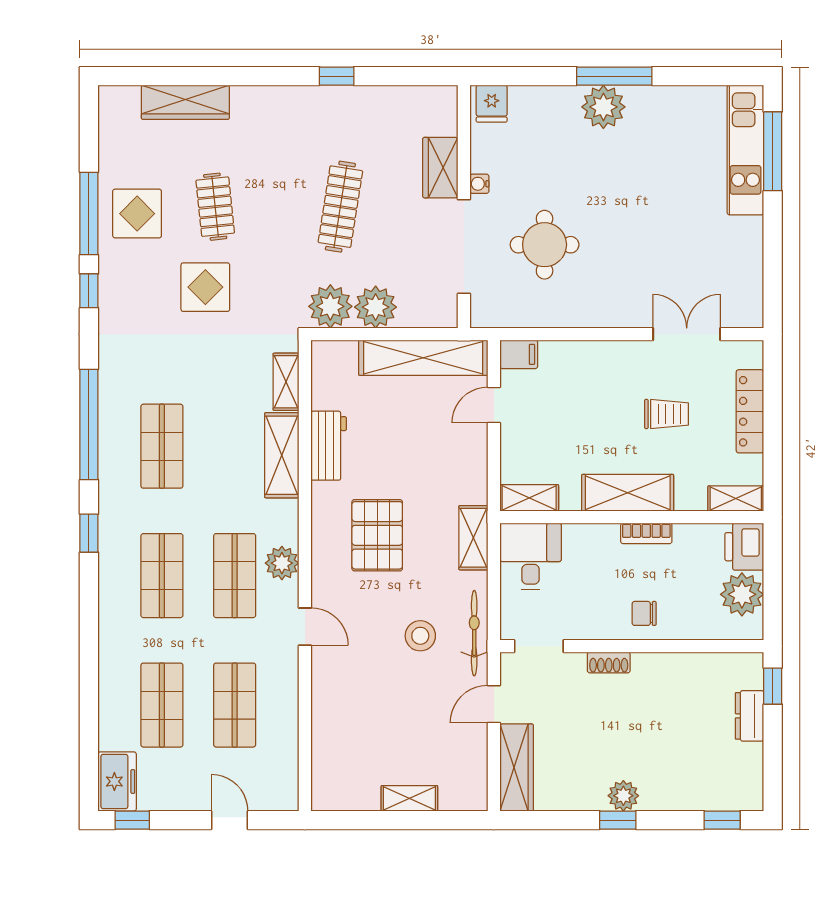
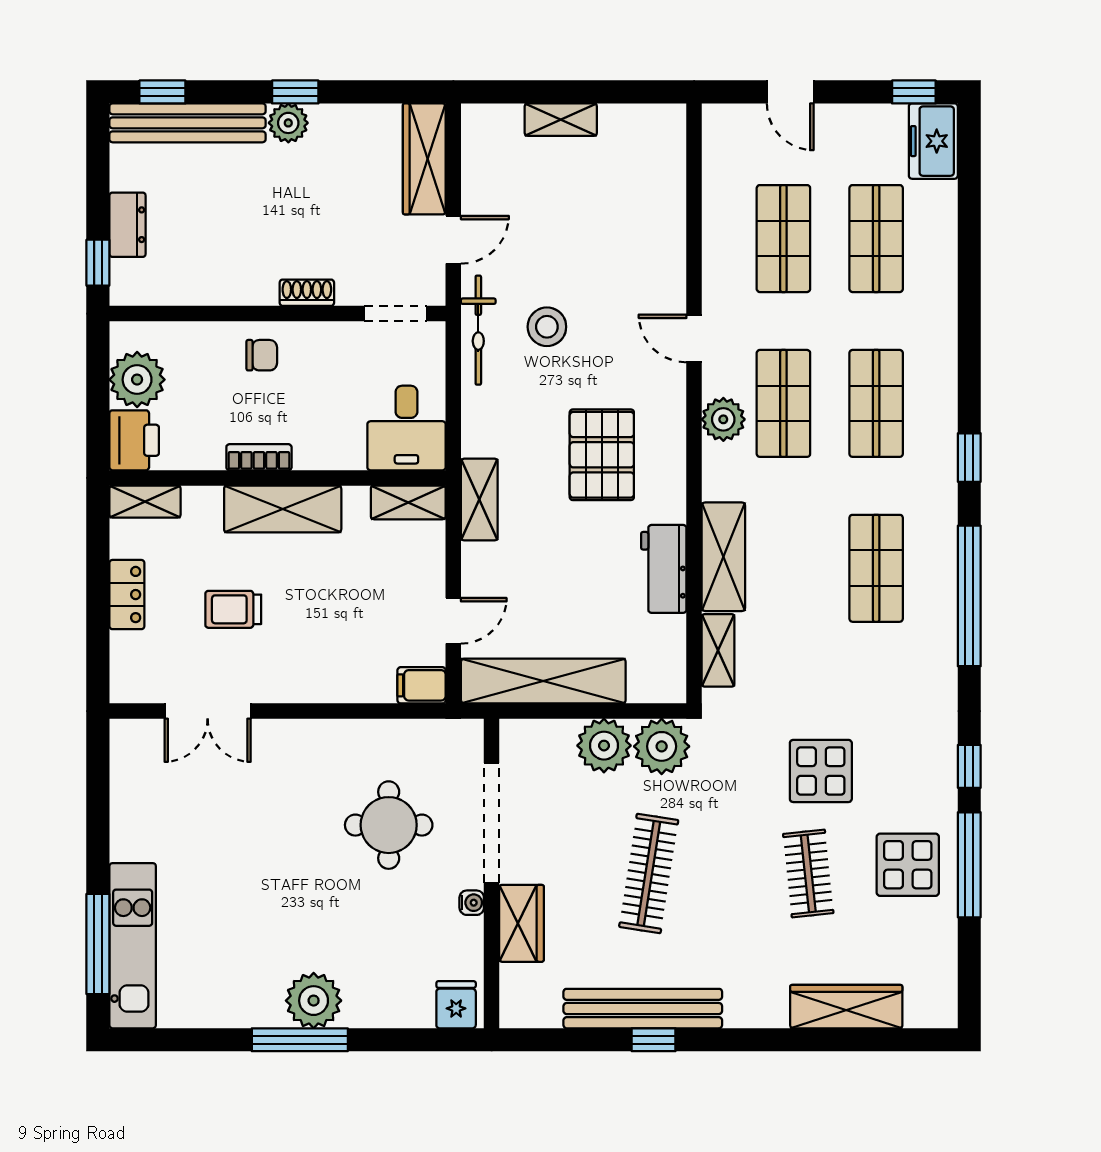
bench: (345, 101) -> (643, 1009), added
locker: (750, 411) -> (127, 595), width x0.66
shelving: (473, 538) -> (479, 500), moved
bench: (702, 796) -> (188, 123), added

